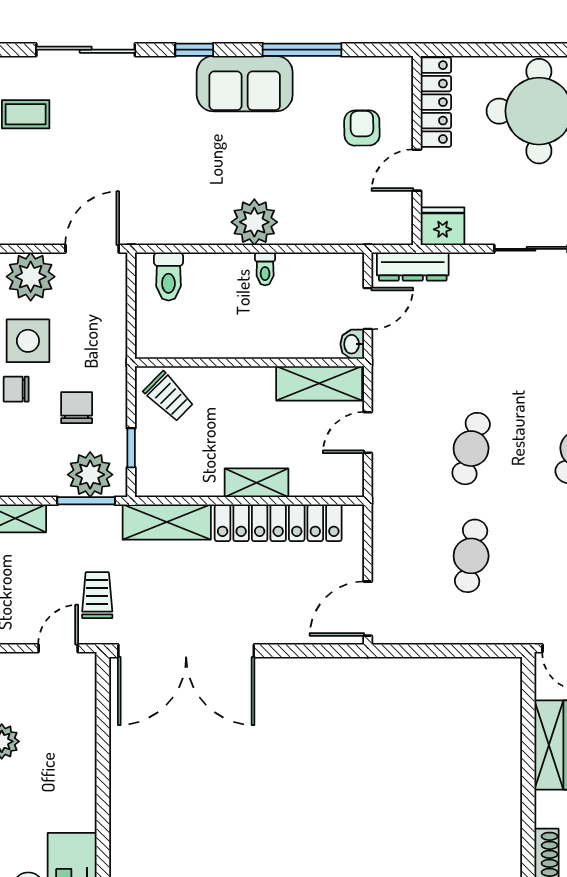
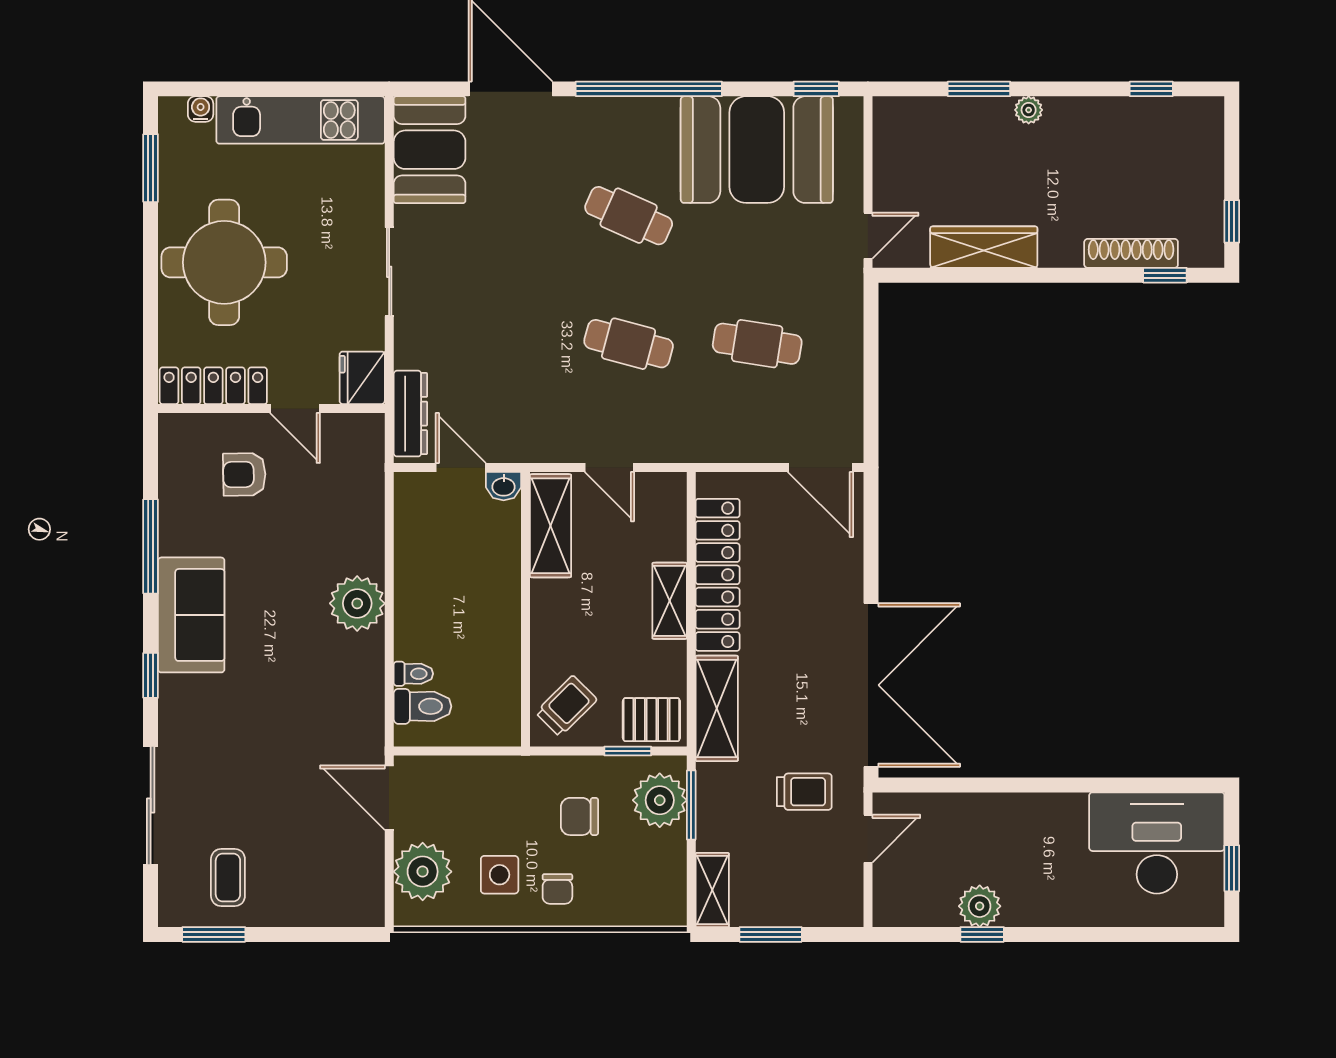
toilet: (265, 269) -> (413, 674), moved
side table: (28, 341) -> (500, 875), width x0.73, depth x0.73
pallet: (157, 468) -> (651, 720), added
trolley: (97, 595) -> (804, 792), turned 180
door: (58, 648) -> (868, 839), swing flipped

